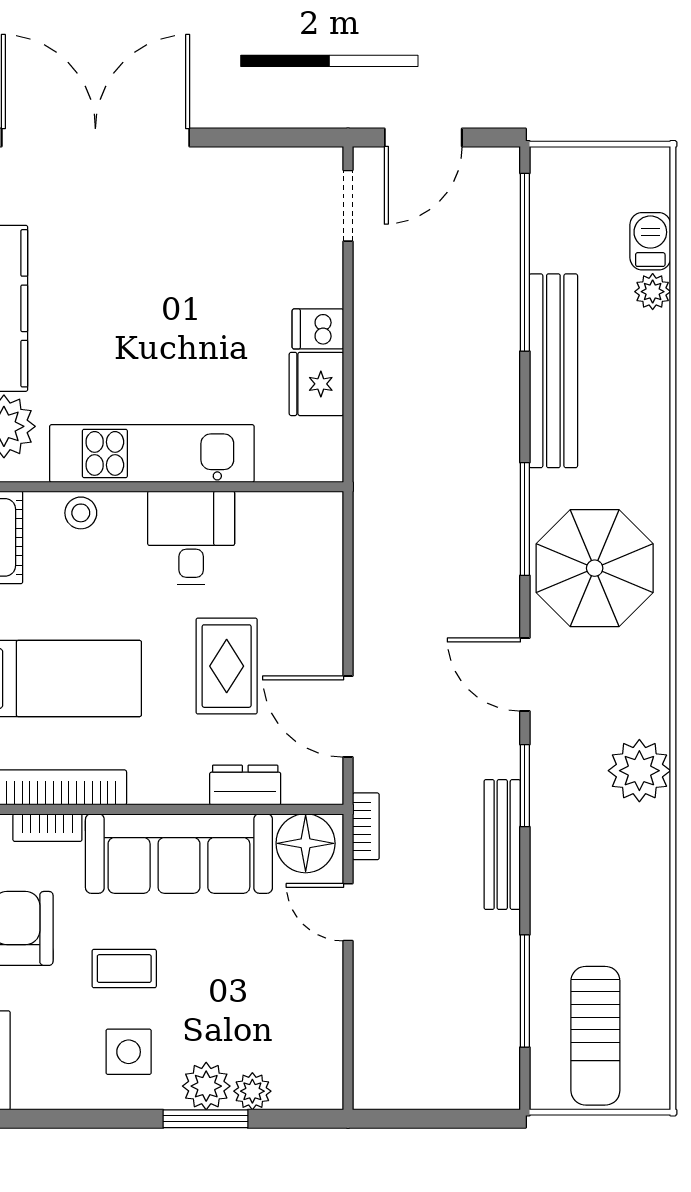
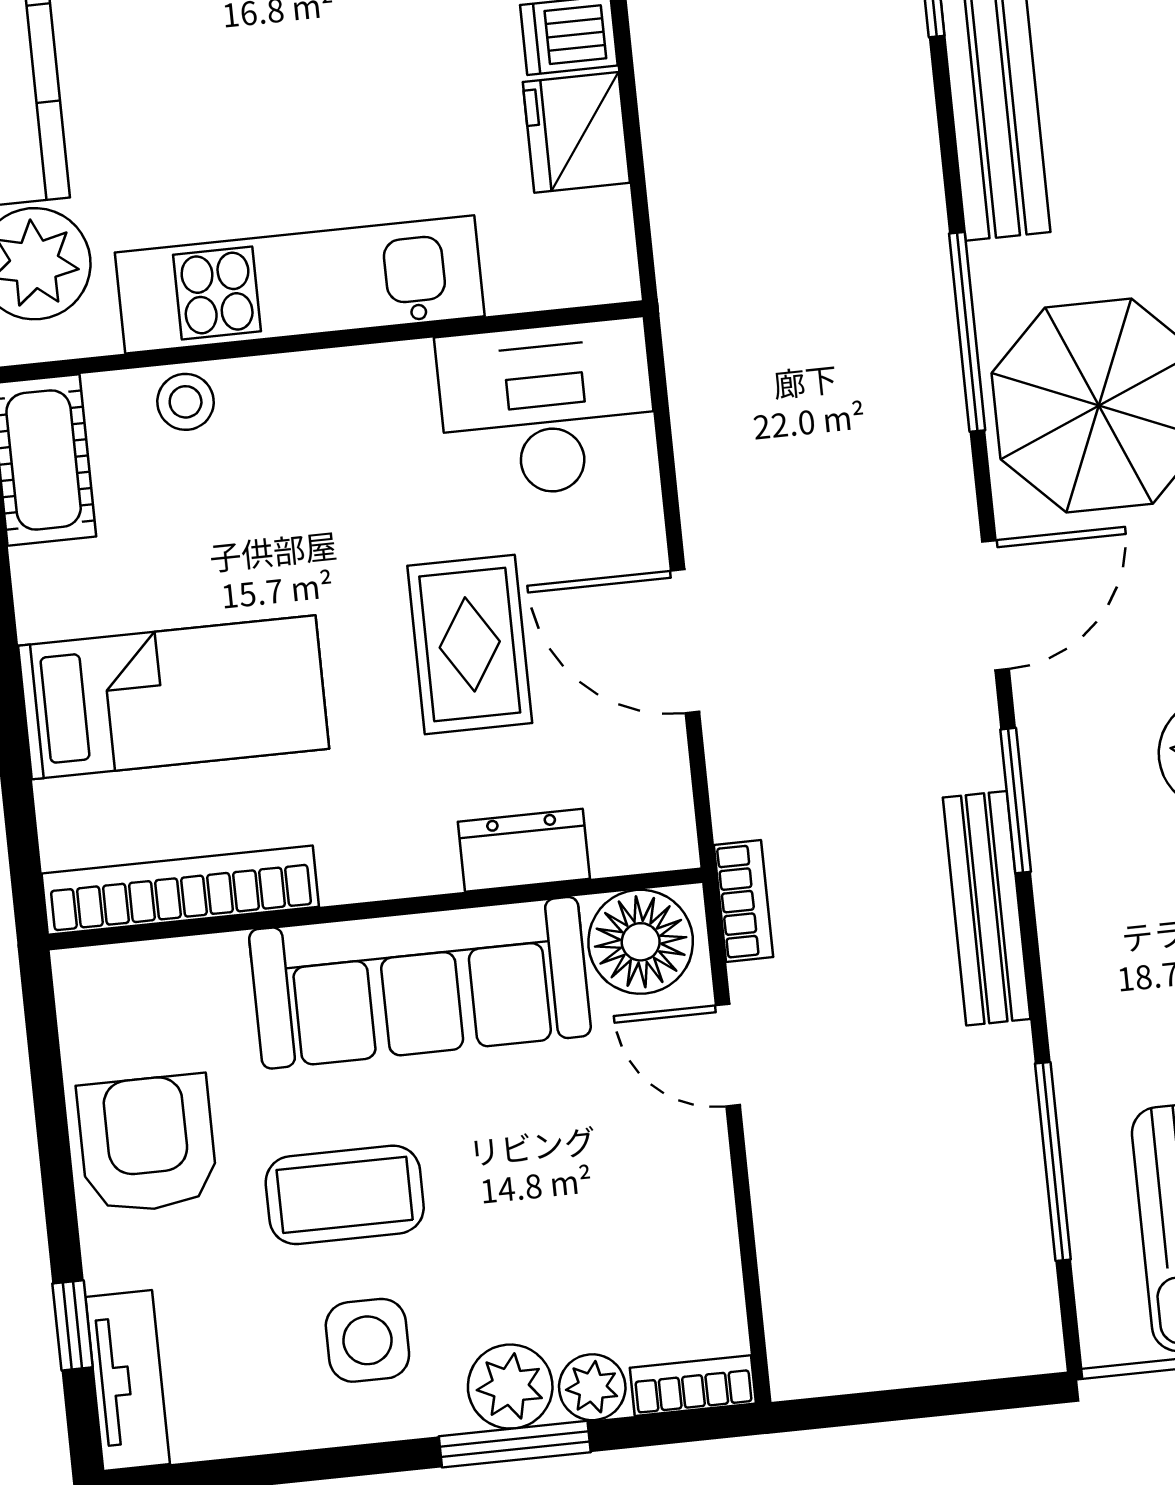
desk: (191, 538) -> (547, 409), moved, width x1.37
door: (525, 674) -> (995, 605), swing flipped
door: (348, 717) -> (685, 641), moved
bookcase: (47, 828) -> (693, 1386), moved, turned 180
coffee table: (124, 969) -> (345, 1195), width x1.36, depth x1.30

